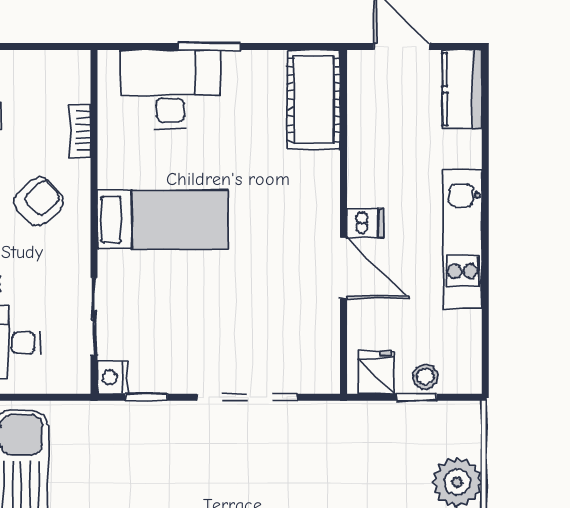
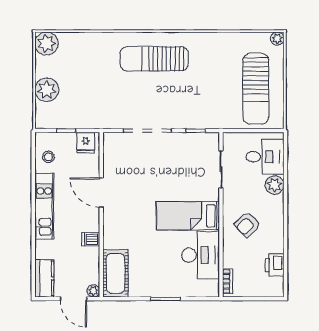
plant: (360, 63) -> (93, 291), added
desk: (170, 89) -> (201, 255), moved, turned -90
bookcase: (80, 131) -> (228, 281), moved
dishwasher: (365, 223) -> (91, 239), moved
stool: (425, 377) -> (48, 157), moved
nightstand: (112, 378) -> (212, 140), removed

